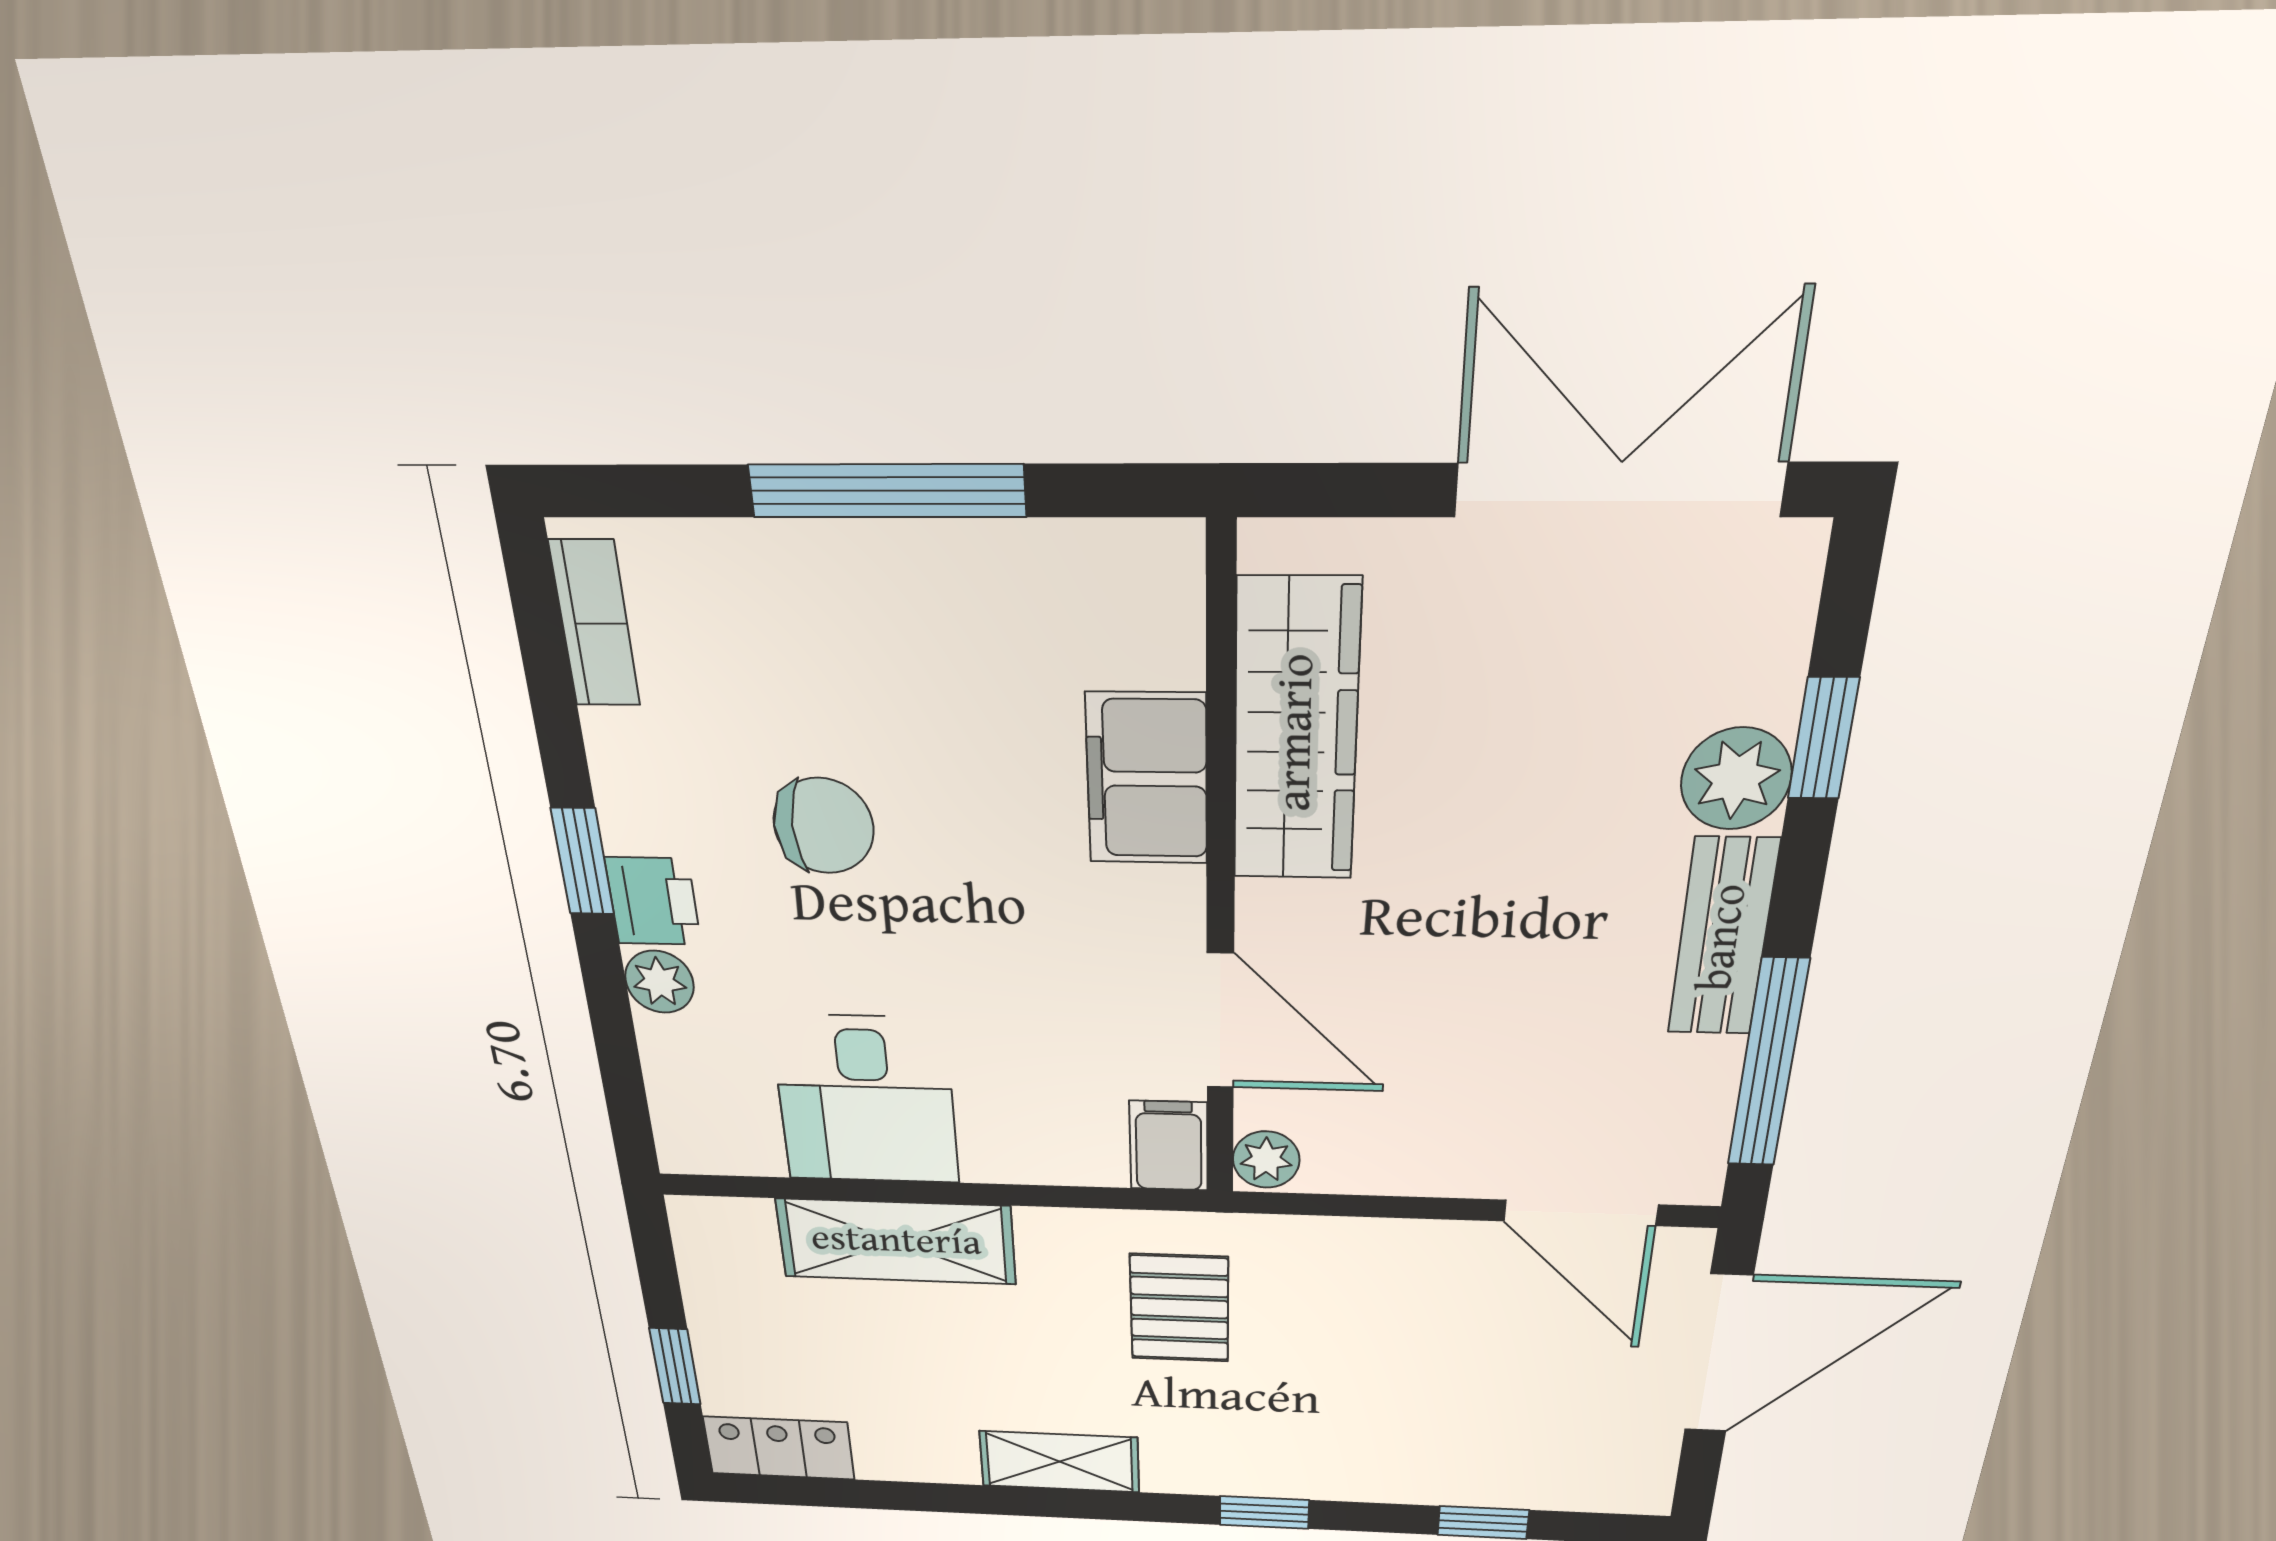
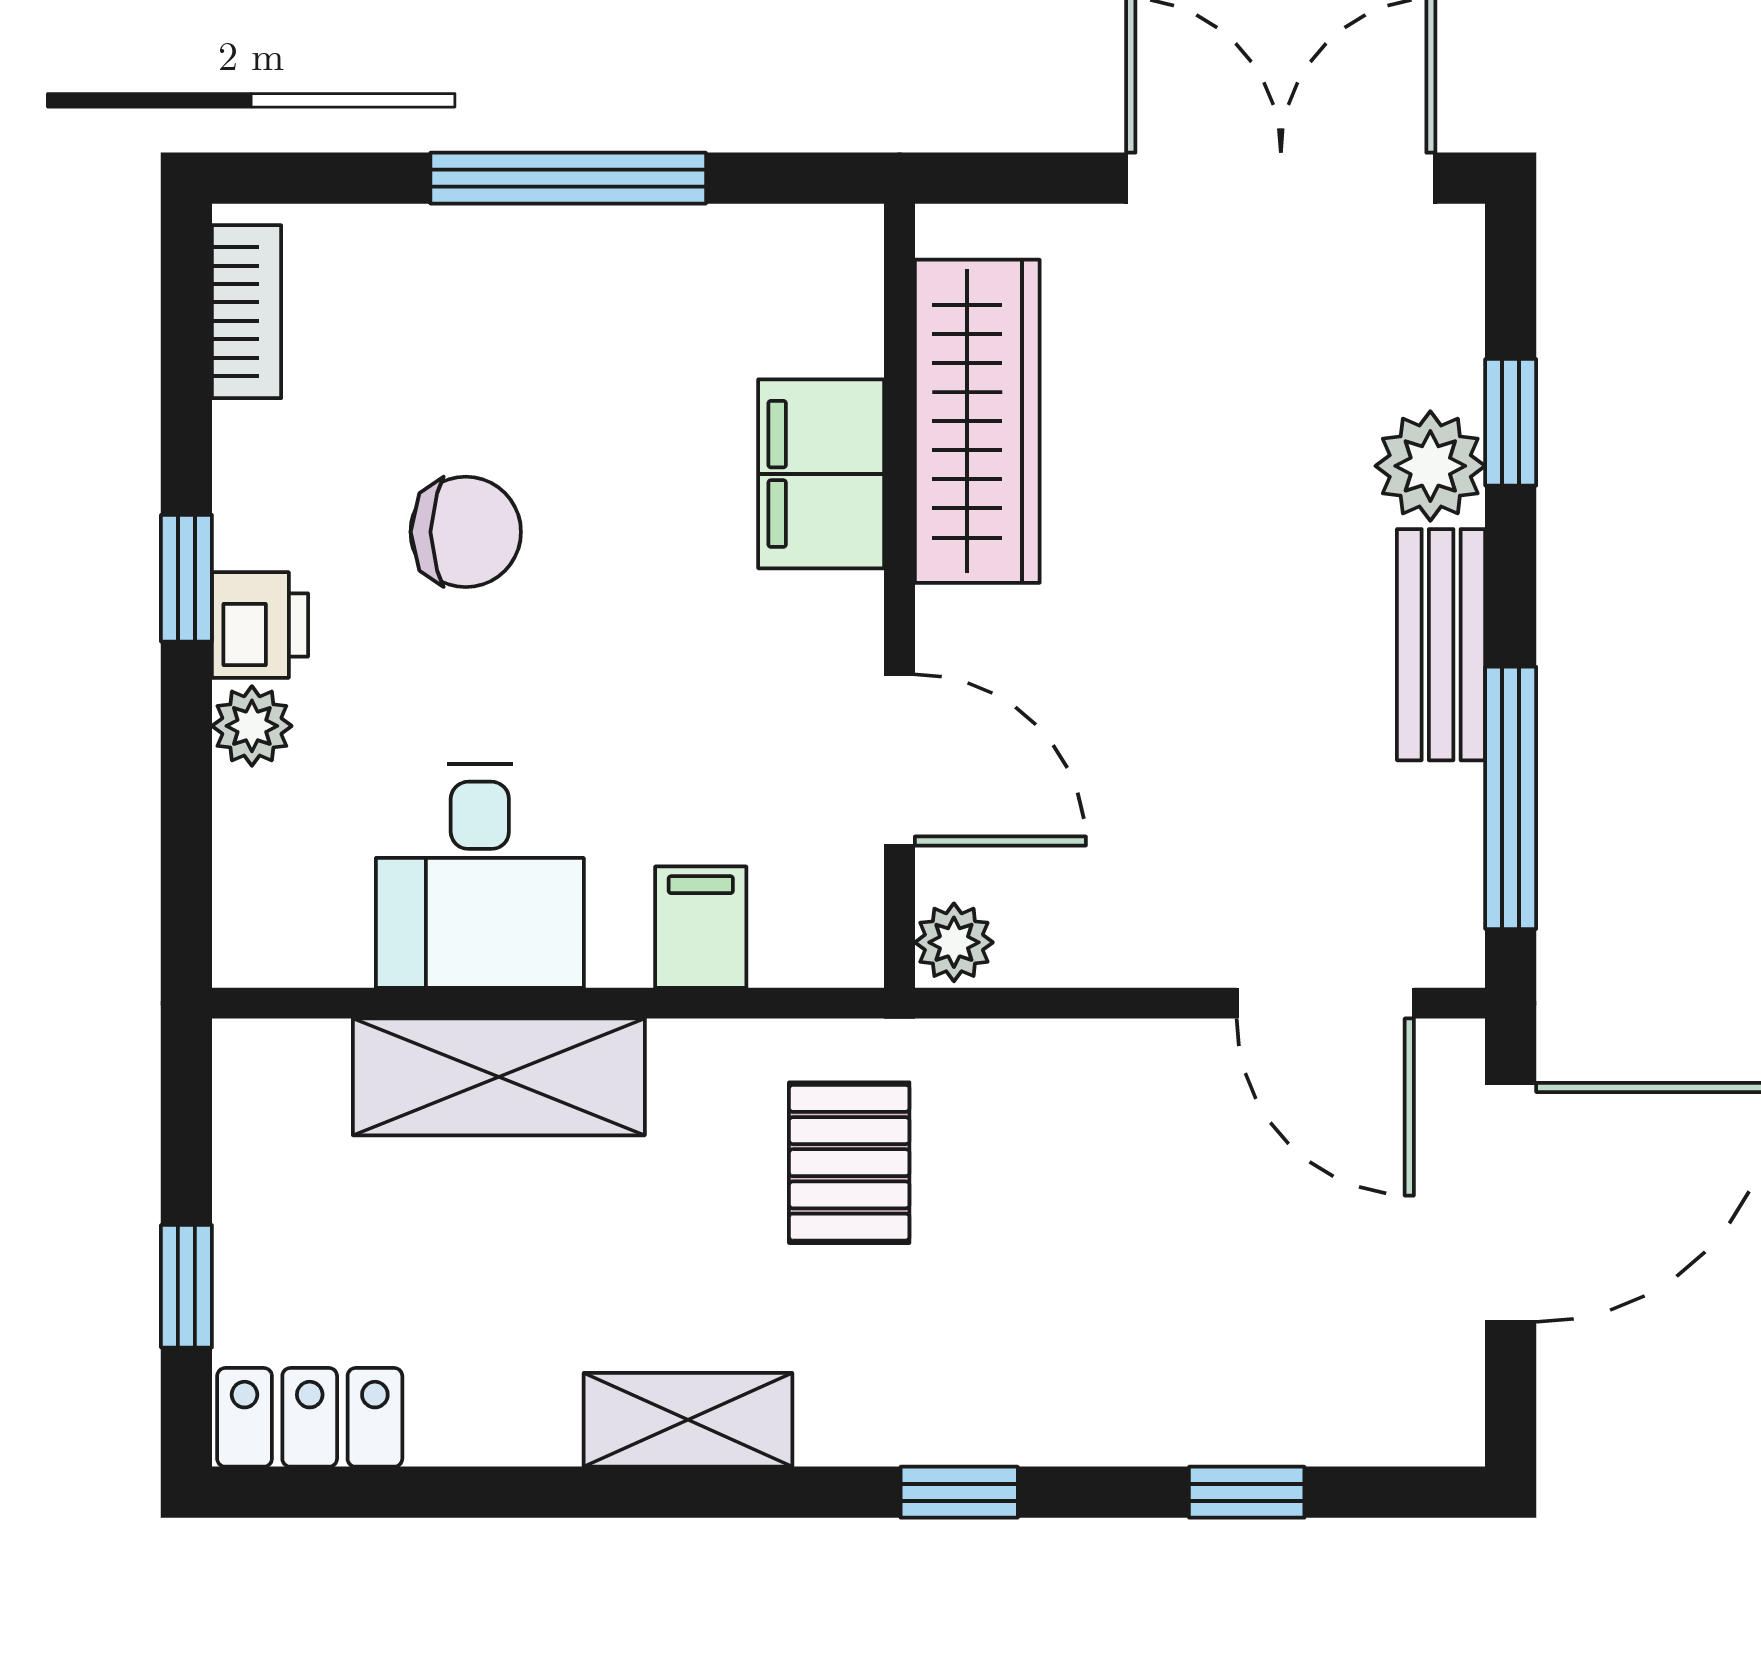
filing cabinet: (1169, 1146) -> (701, 927), moved

